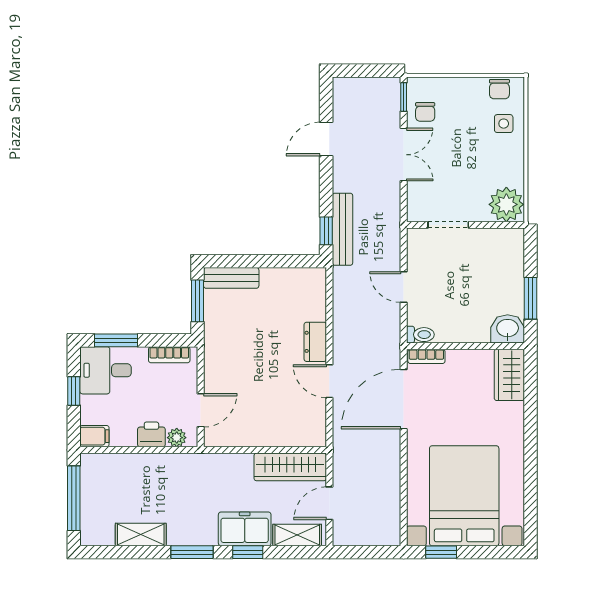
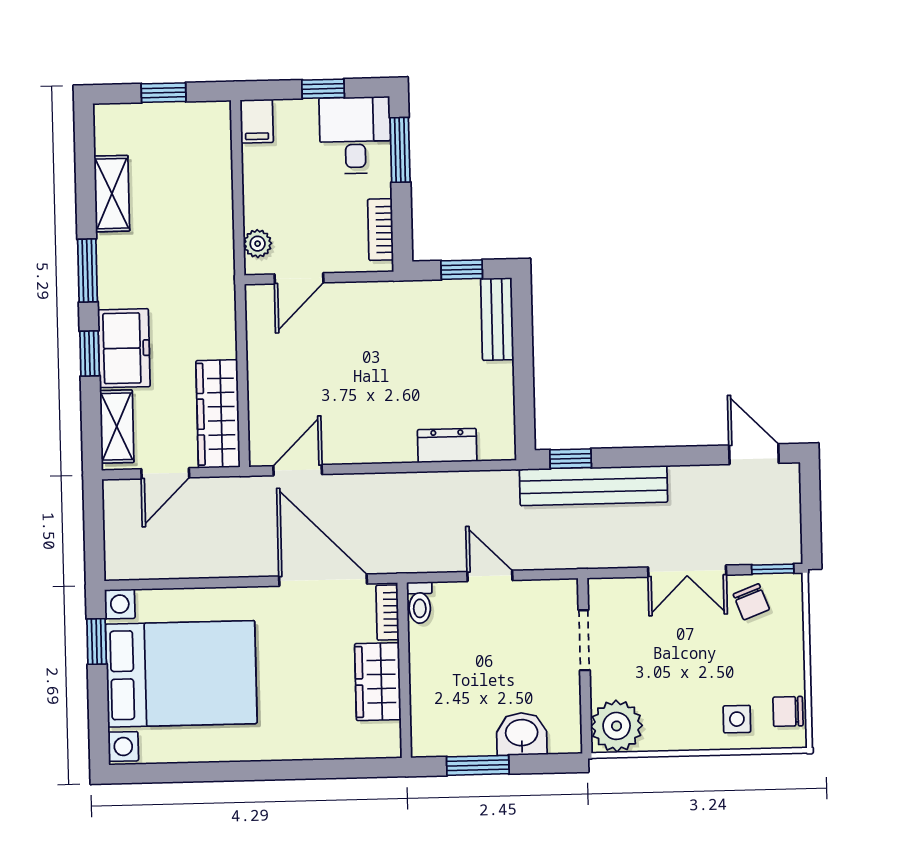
chair: (425, 112) -> (751, 602), turned -111
door: (326, 139) -> (754, 454), moved
bench: (342, 229) -> (594, 486), width x1.37, depth x1.21
door: (404, 287) -> (490, 576), hinge flipped
window: (197, 301) -> (462, 270), width x0.67
washbasin: (508, 329) -> (522, 734), moved, turned -90
dresser: (315, 342) -> (447, 445), moved
wardrobe: (509, 375) -> (378, 682), moved, turned -90
door: (329, 381) -> (298, 470), moved
door: (201, 410) -> (299, 278), hinge flipped
printer: (151, 434) -> (261, 206), removed
window: (74, 498) -> (164, 93), width x0.46
door: (329, 503) -> (165, 473), swing flipped

